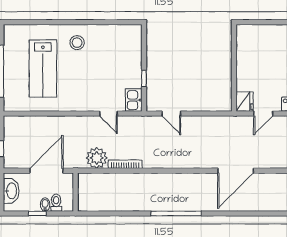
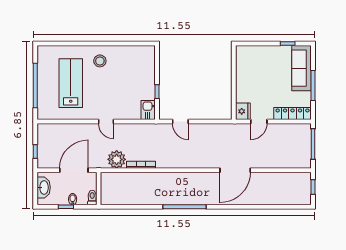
lab bench: (43, 68) -> (71, 83), turned 180
door: (108, 114) -> (106, 122), moved
toilet: (56, 203) -> (92, 198), moved

